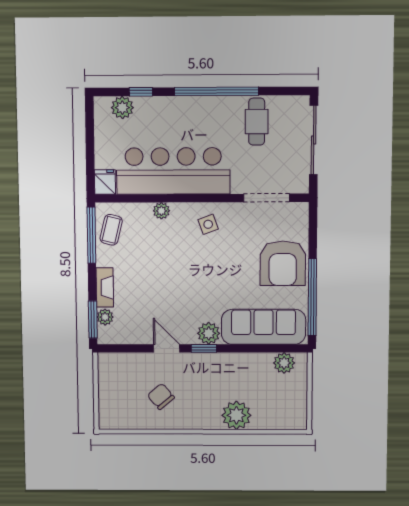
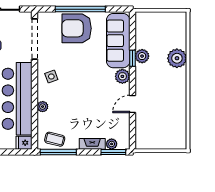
doorway: (266, 198) -> (35, 39), width x1.36
armchair: (283, 263) -> (77, 28), turned 180
window: (312, 297) -> (80, 9), moved
window: (204, 348) -> (132, 58), moved
plant: (284, 363) -> (142, 56), moved
chair: (161, 396) -> (164, 108), removed

